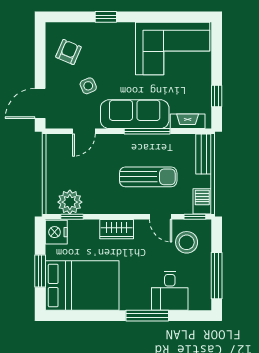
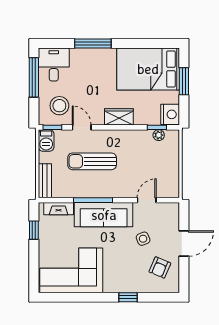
door: (40, 103) -> (184, 244), moved
plant: (70, 202) -> (159, 135), width x0.53, depth x0.53
desk: (170, 291) -> (54, 64), moved

